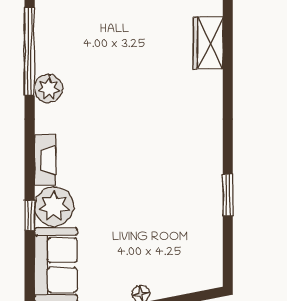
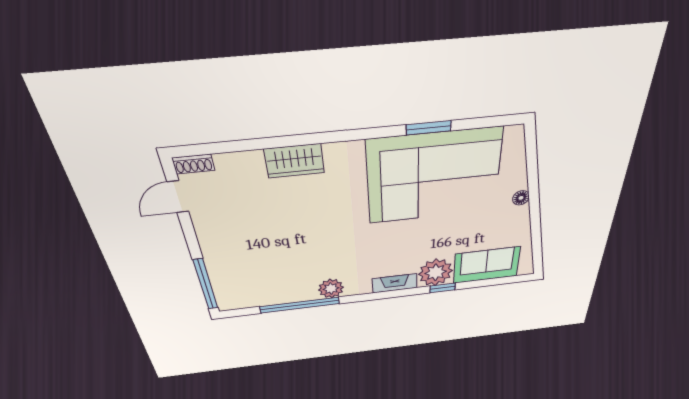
wardrobe: (208, 43) -> (294, 161), moved
corner sofa: (176, 201) -> (434, 177), added

